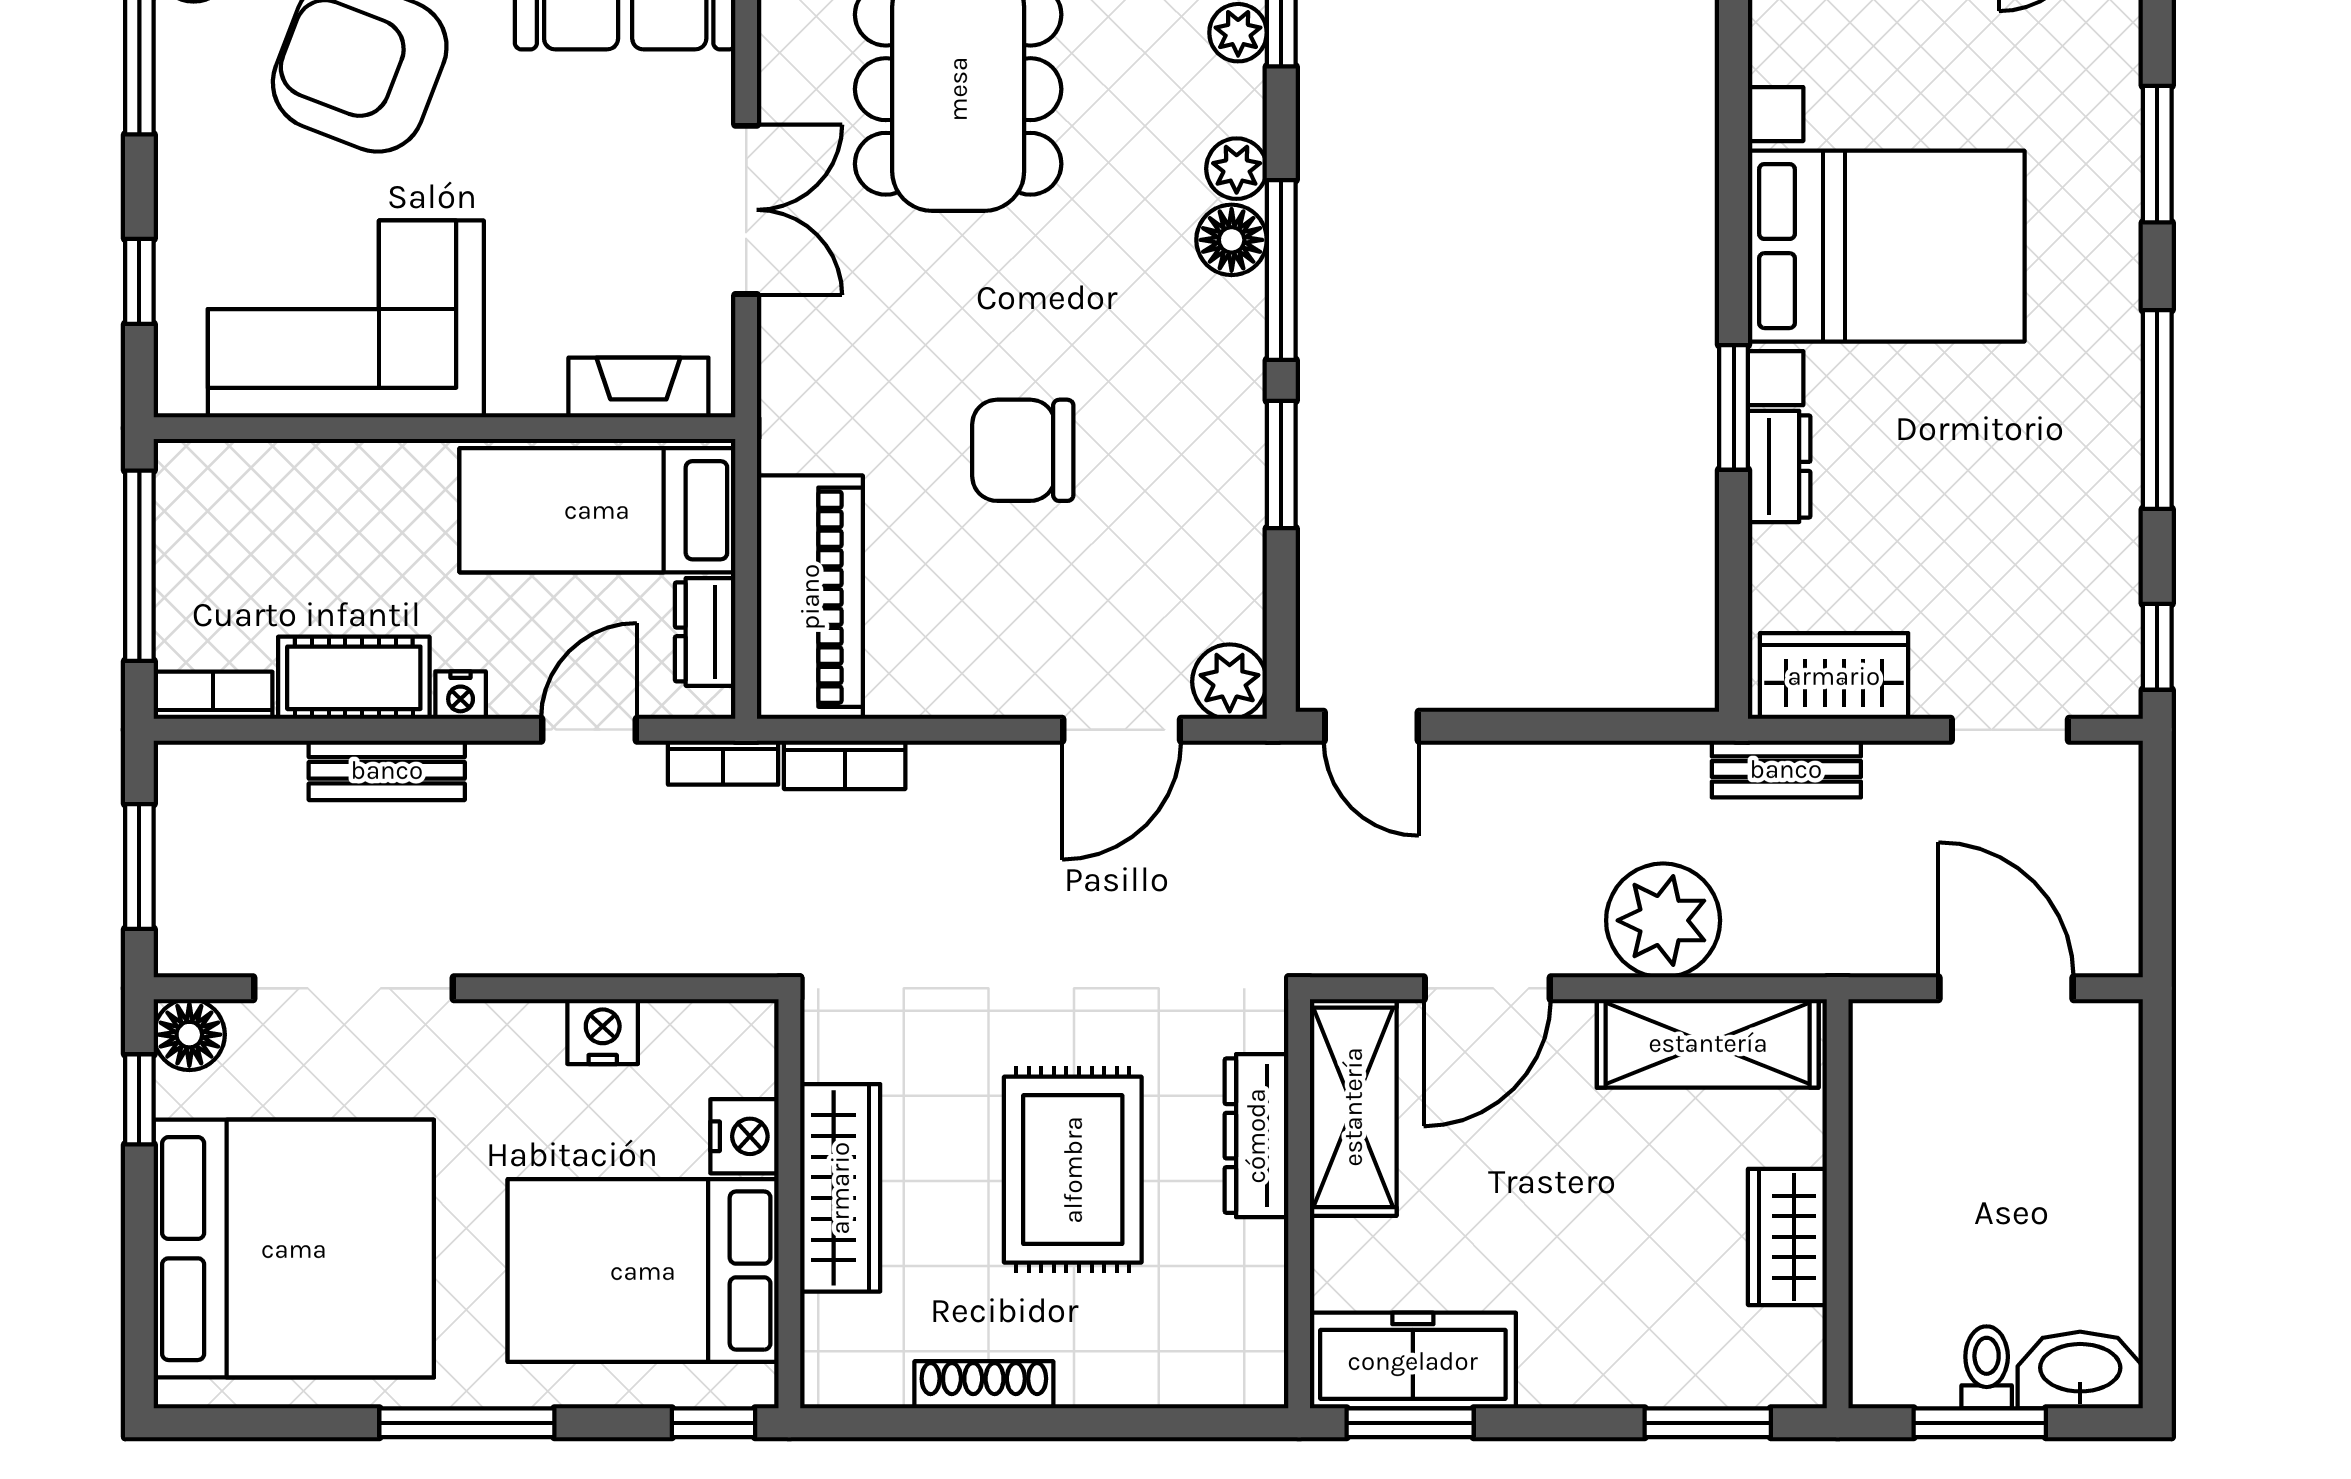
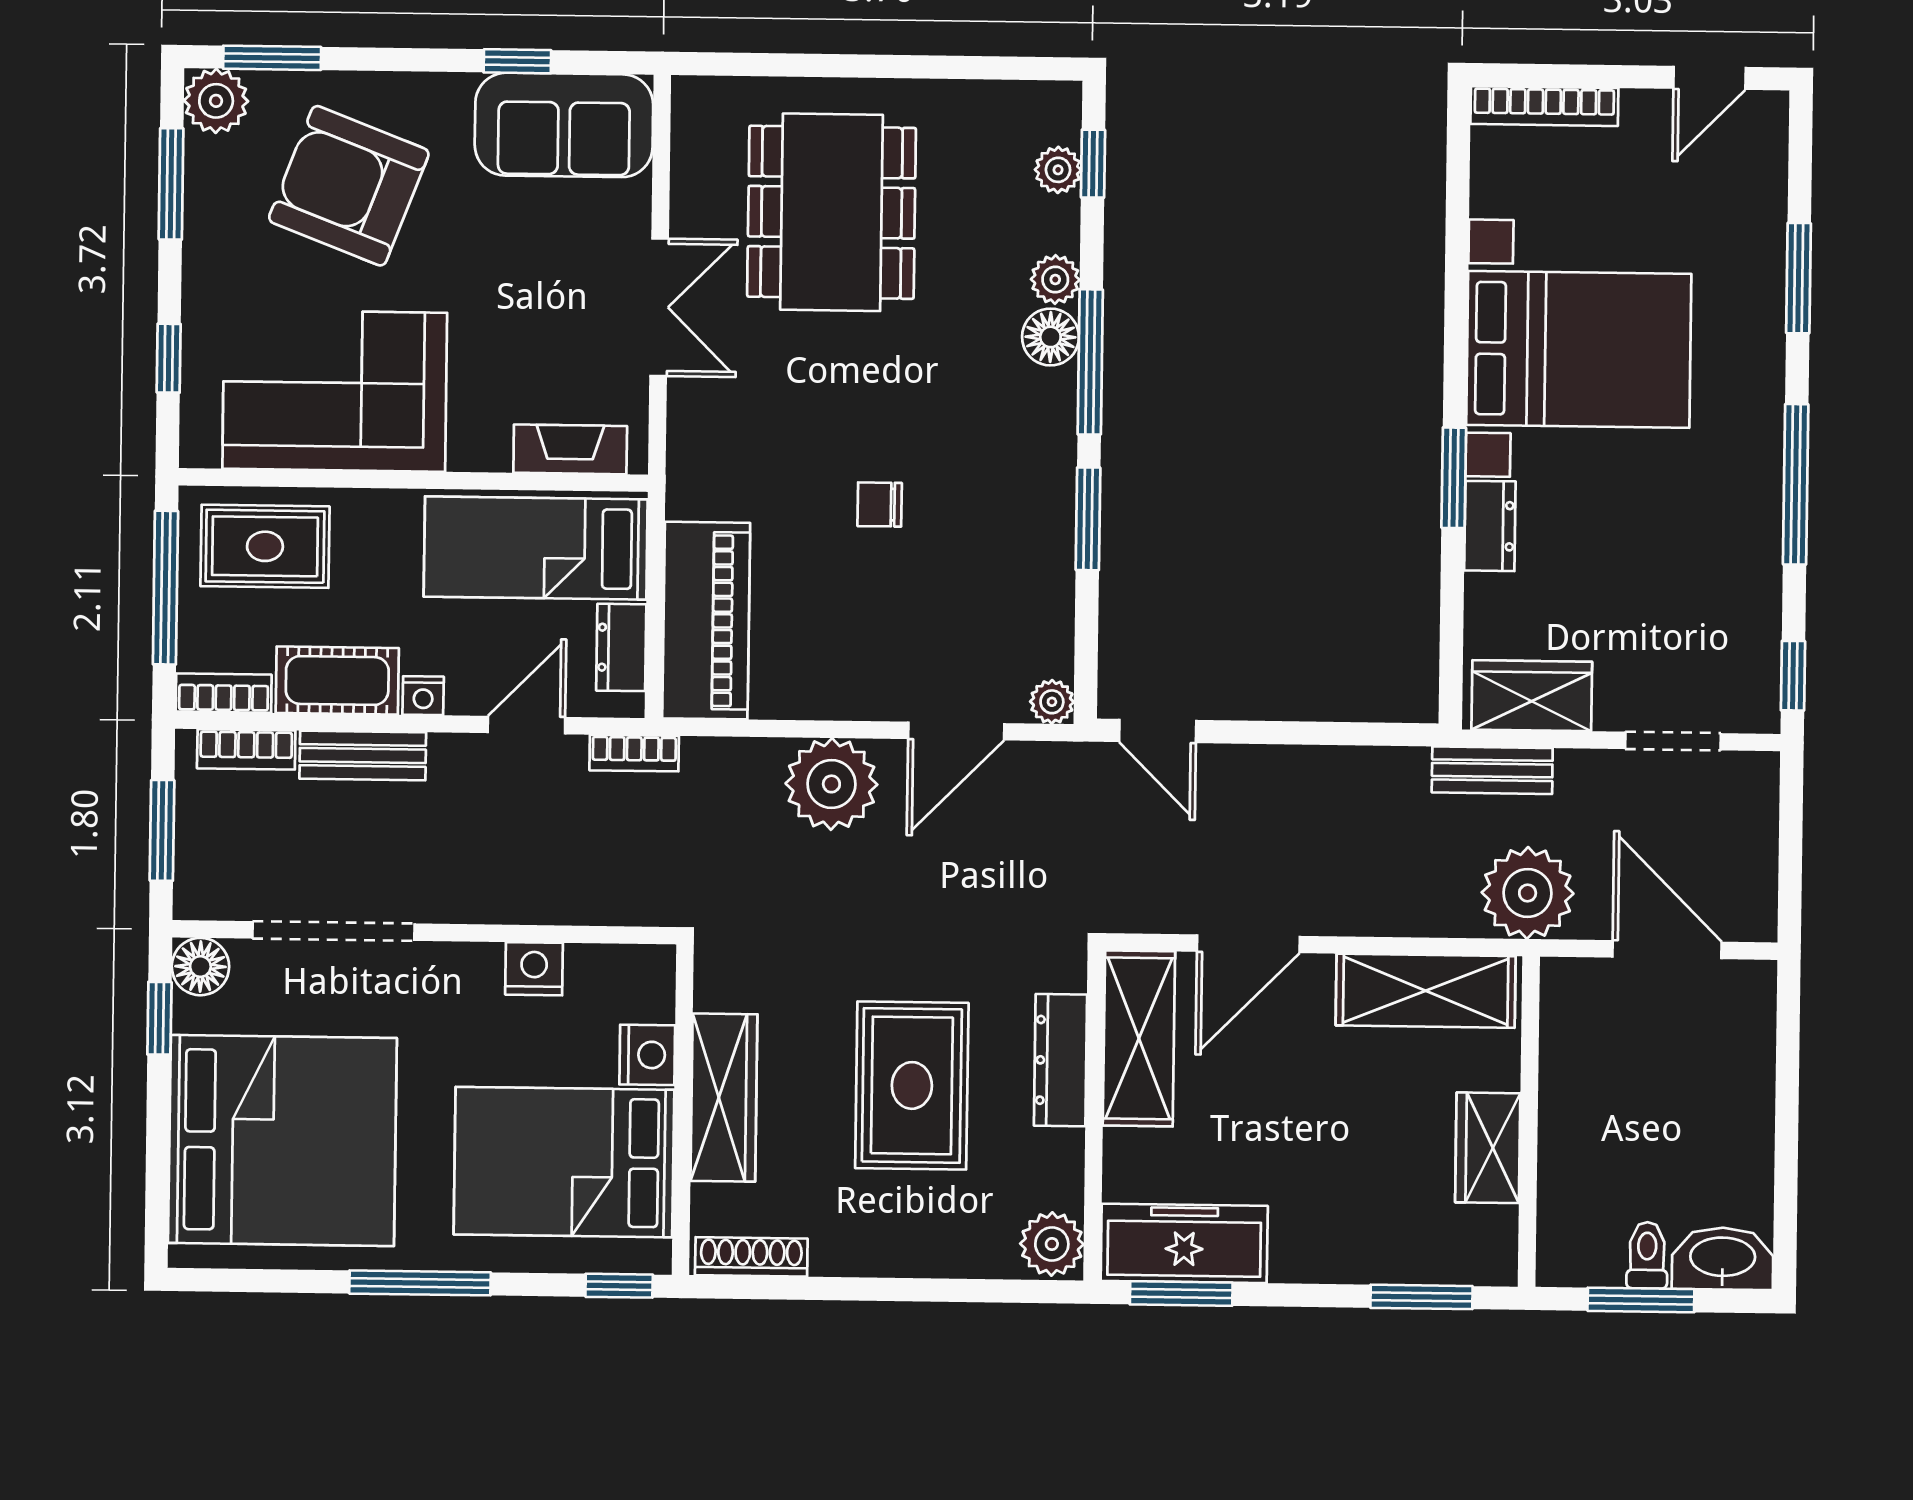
chair: (1023, 450) -> (880, 504), width x0.54, depth x0.54
rug: (262, 513) -> (265, 546), added
plant: (1230, 682) -> (1052, 702), width x0.73, depth x0.73
bookcase: (845, 765) -> (246, 749), moved
plant: (968, 797) -> (831, 784), added
plant: (1663, 920) -> (1528, 893), moved
plant: (1249, 1364) -> (1052, 1244), added
shoe rack: (984, 1385) -> (751, 1257), moved

